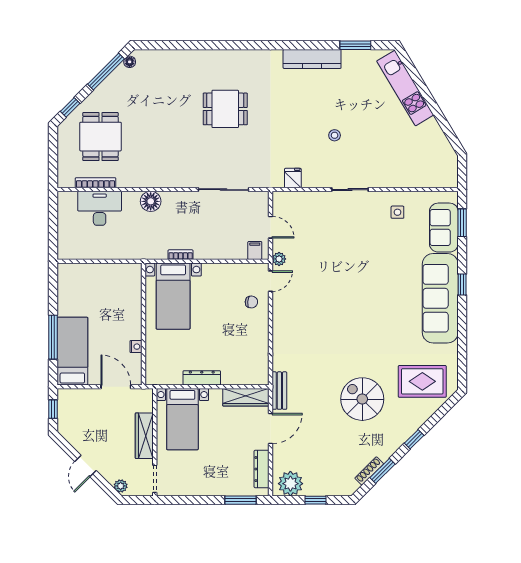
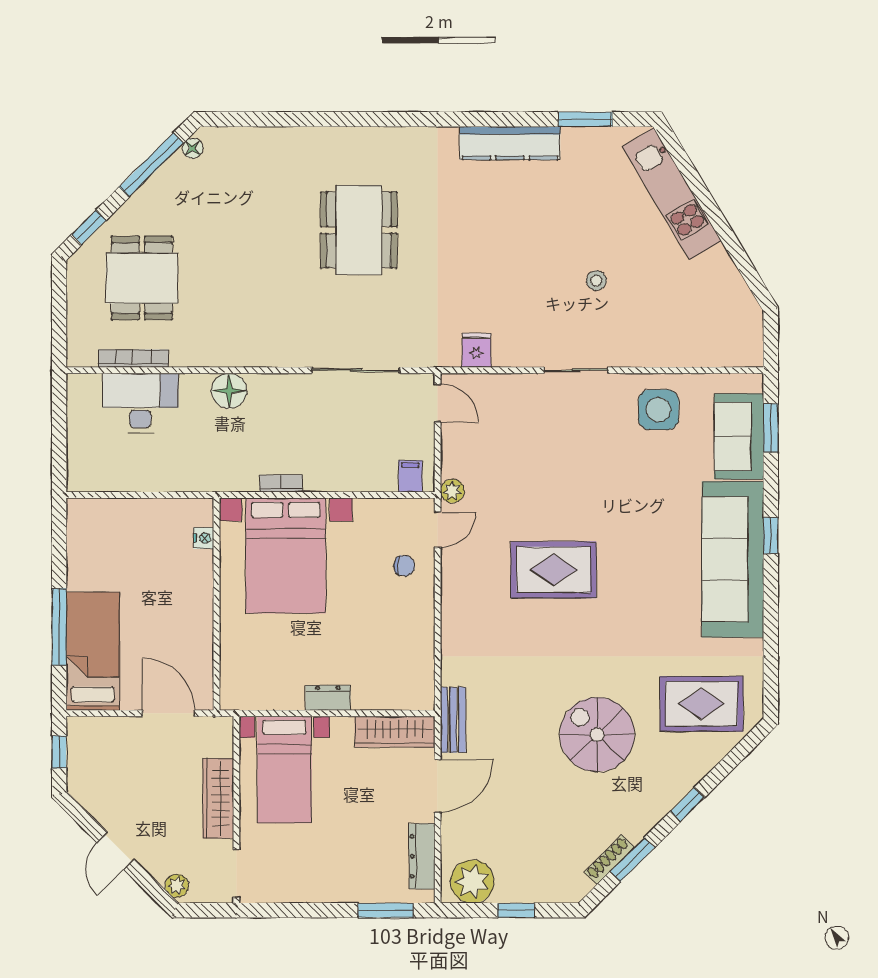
dining table: (225, 109) -> (359, 230), width x1.38
stool: (335, 135) -> (596, 281), moved
side table: (397, 212) -> (658, 410), width x1.87, depth x1.87
door: (271, 227) -> (438, 403), moved
bed with nightstands: (173, 296) -> (286, 556), width x1.36
rug: (337, 304) -> (553, 570), added
nightstand: (136, 347) -> (203, 538), moved
dresser: (202, 378) -> (328, 698), width x0.70

